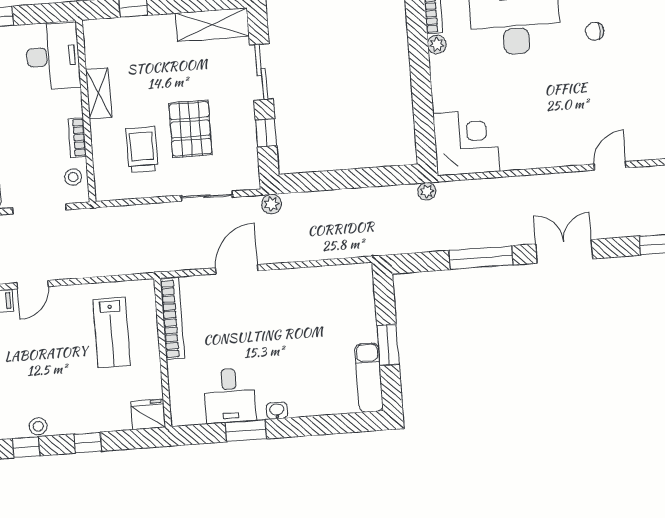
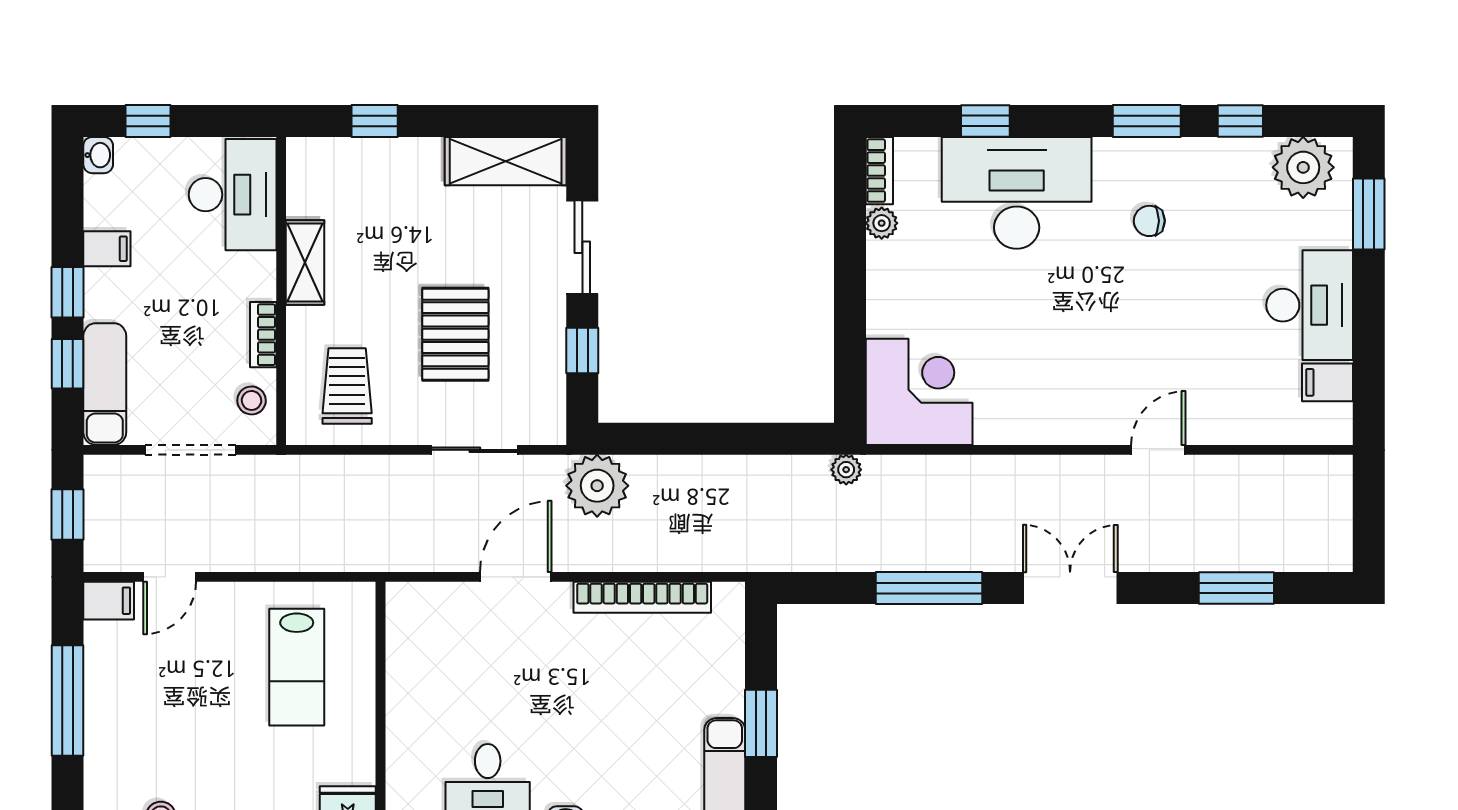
trolley: (142, 149) -> (347, 386), moved
plant: (272, 204) -> (597, 486), width x1.88, depth x1.88
bookcase: (172, 319) -> (642, 597), moved, turned 90

